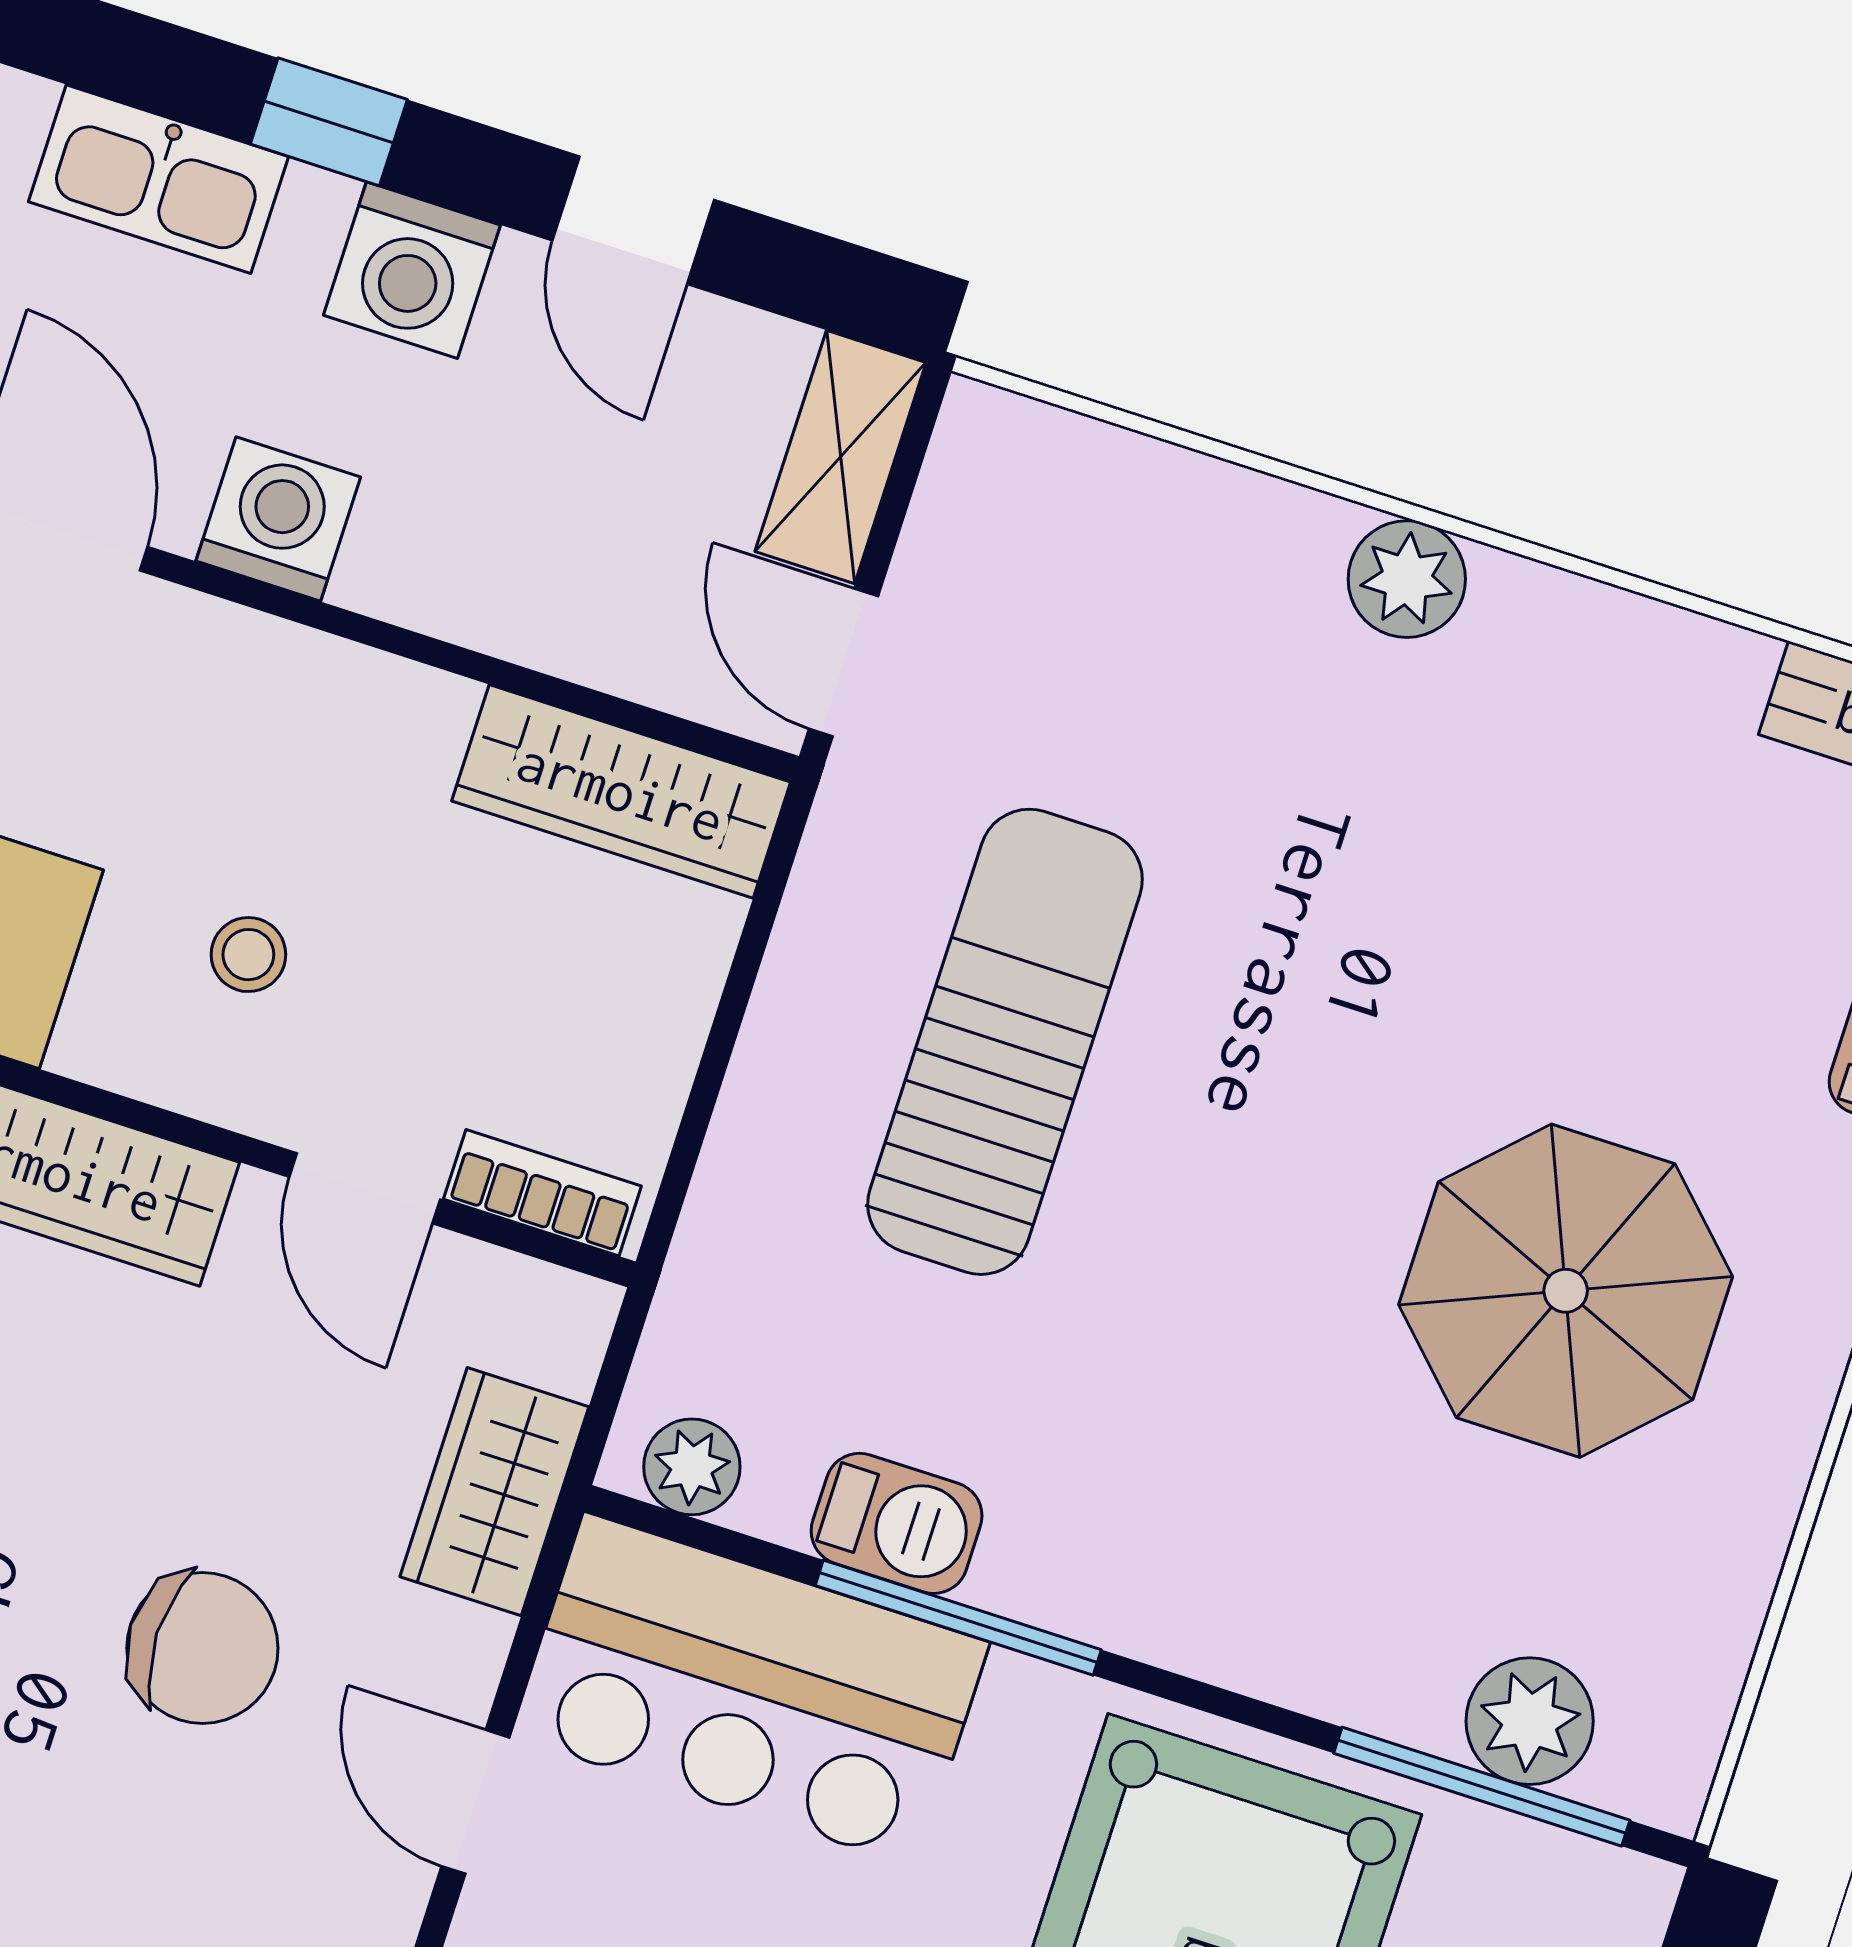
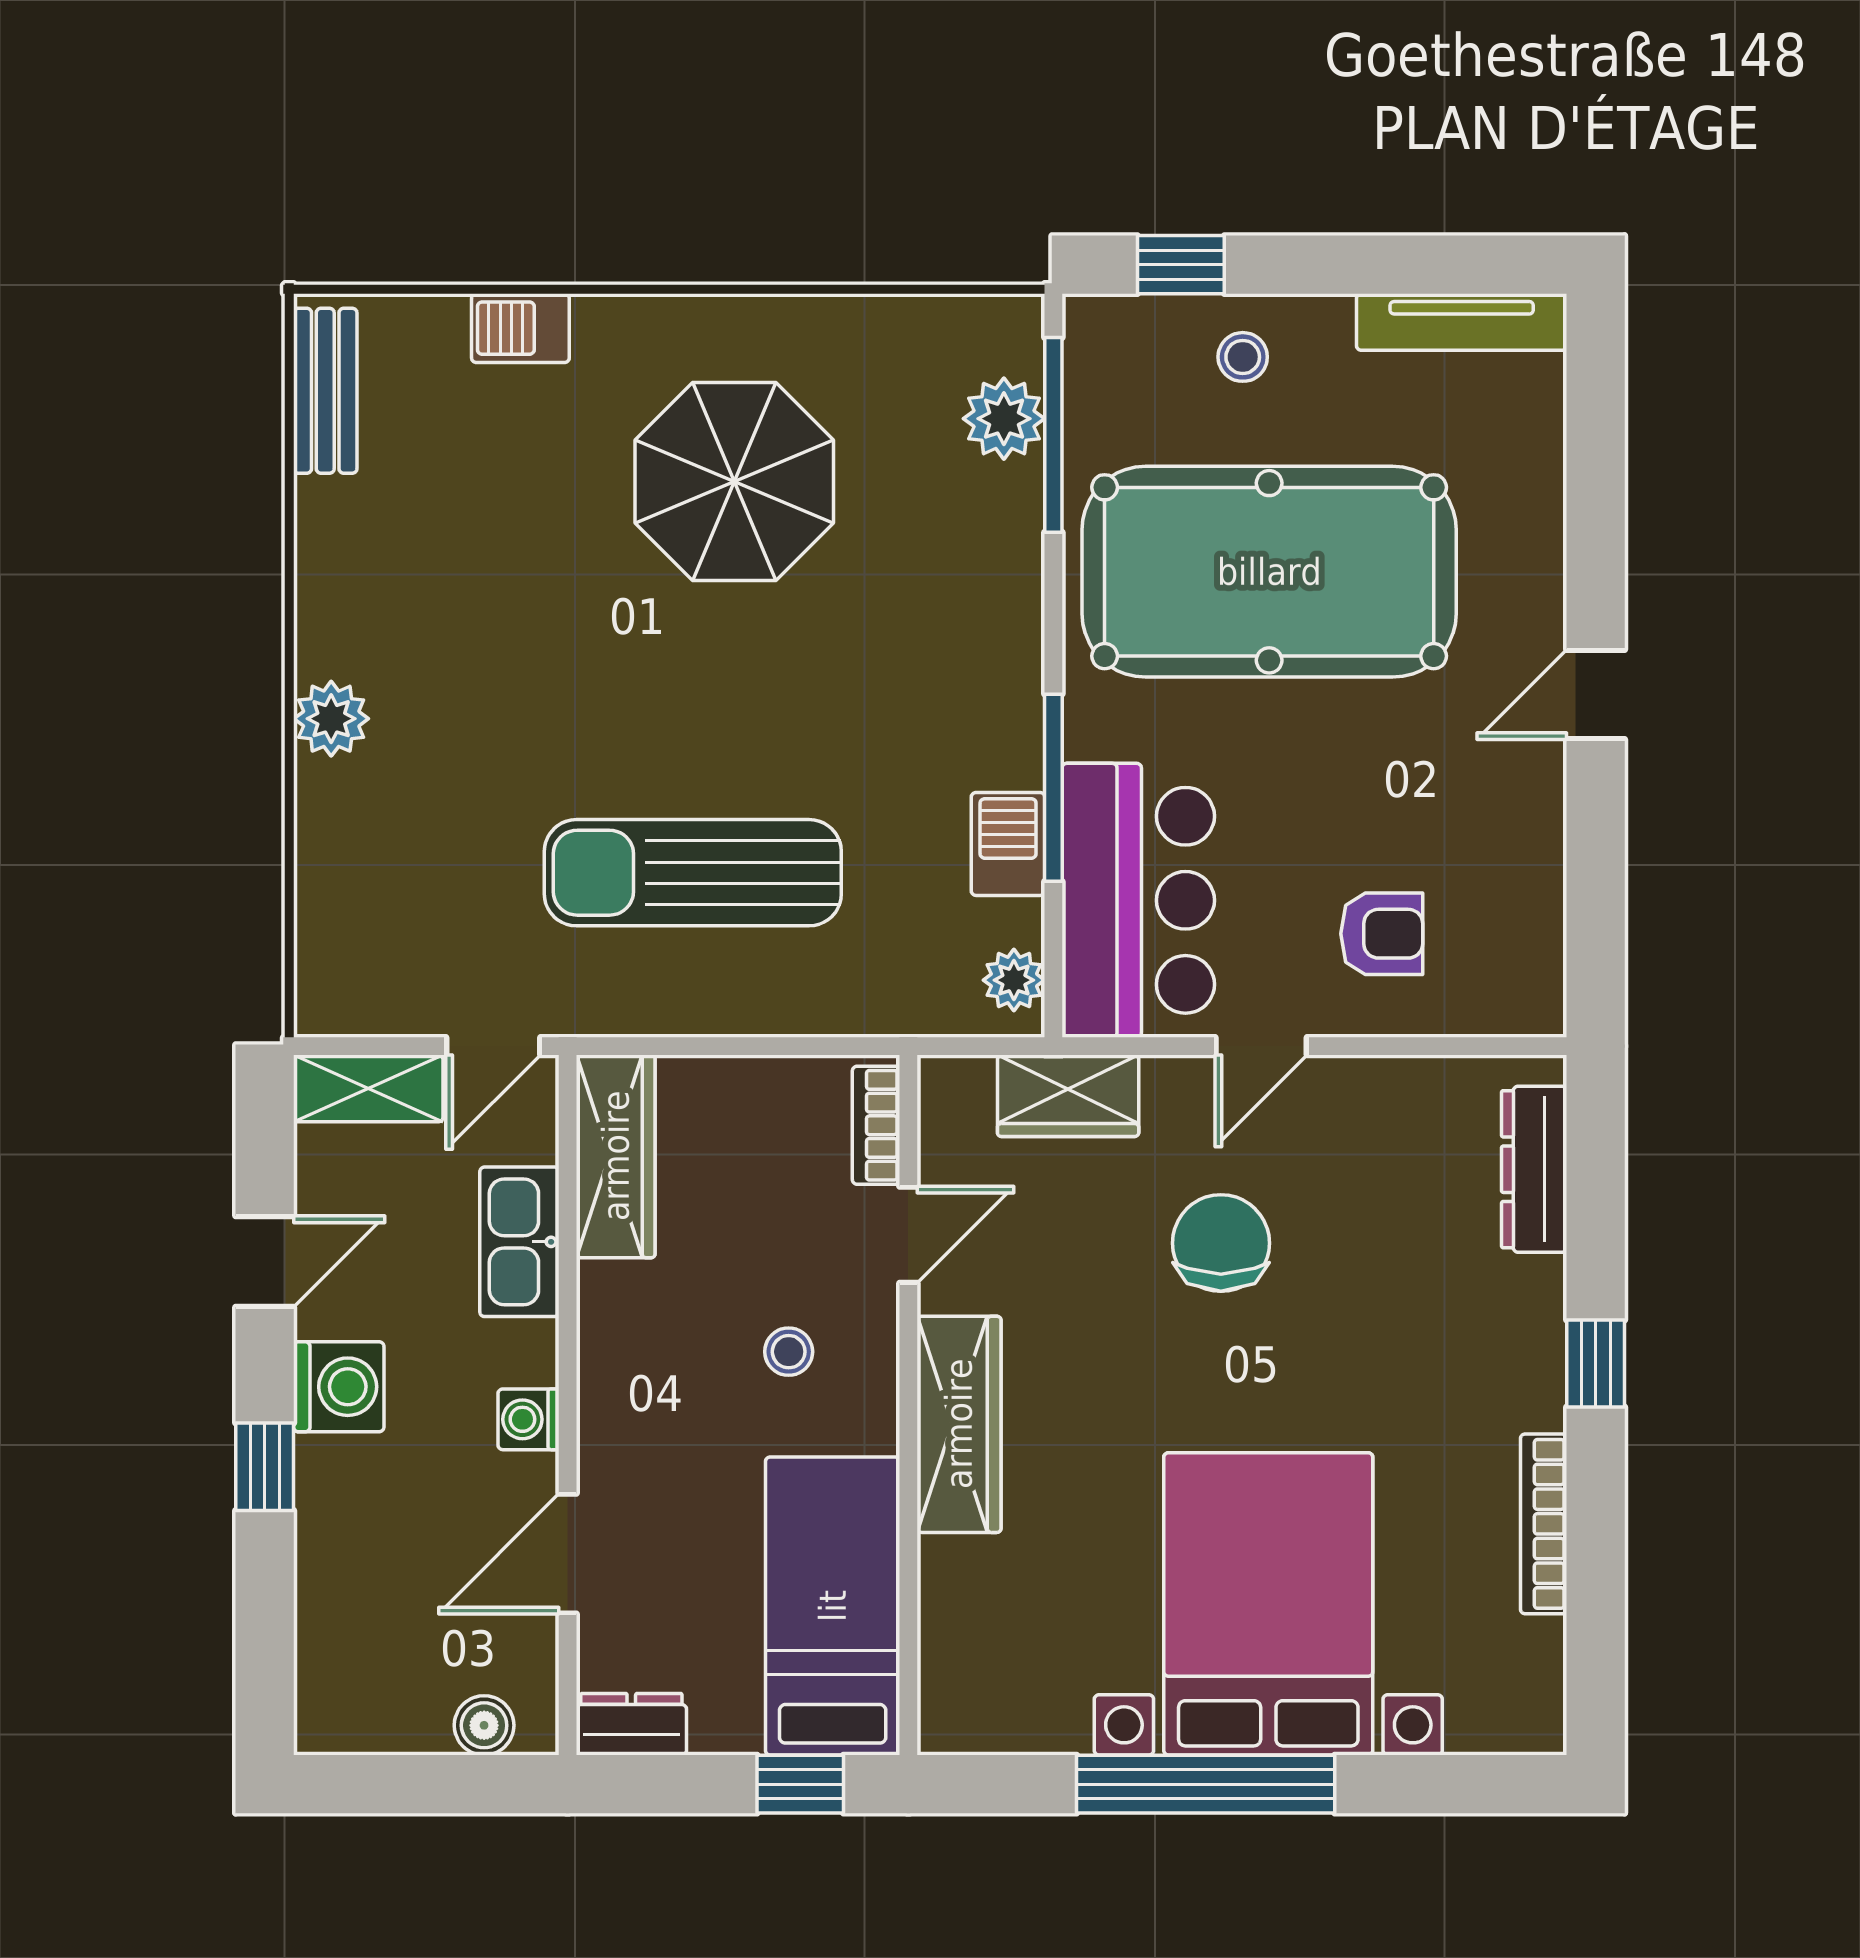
kitchen sink: (159, 179) -> (519, 1242), moved, turned 180
washing machine: (278, 519) -> (529, 1419), width x0.73, depth x0.73

